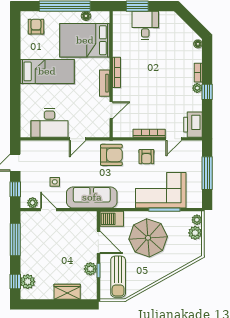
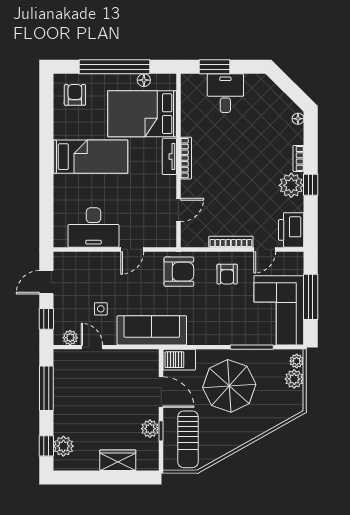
tv unit: (105, 83) -> (169, 156), moved
plant: (197, 88) -> (291, 185), width x1.88, depth x1.88
corner sofa: (161, 190) -> (279, 310), moved, turned -90

